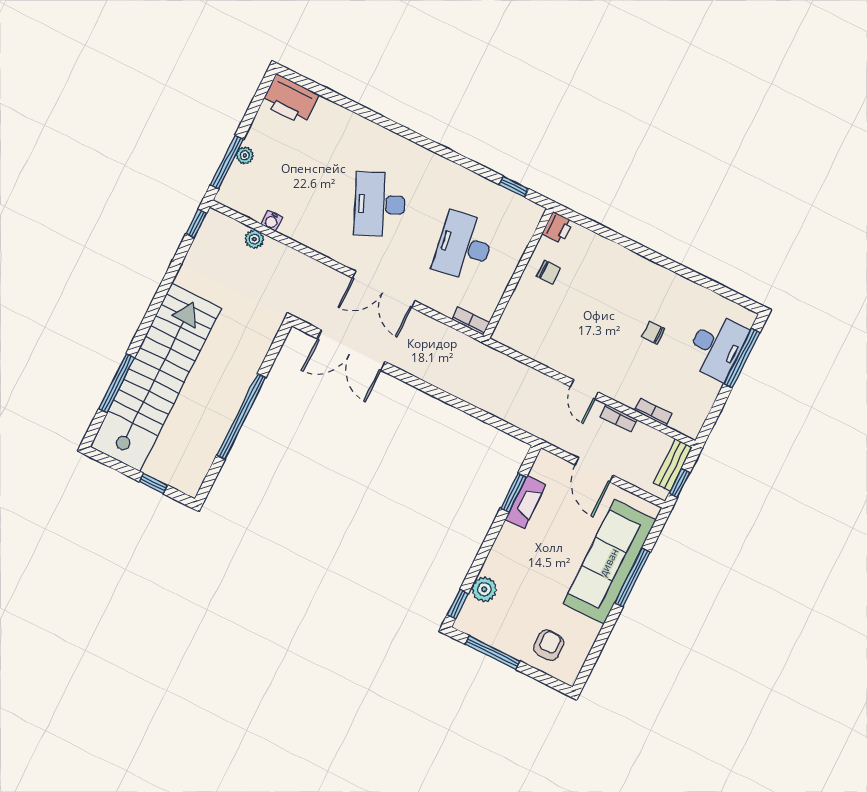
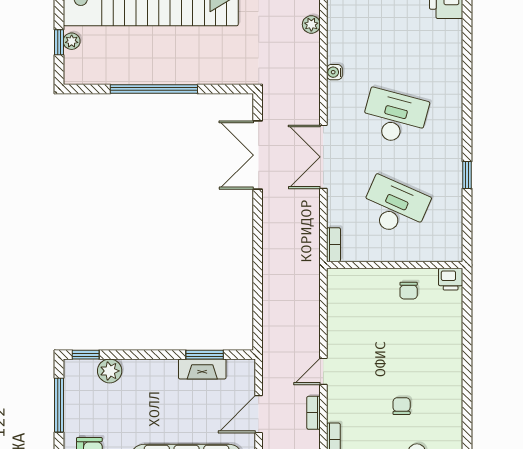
window: (514, 187) -> (467, 175), moved
desk: (380, 204) -> (395, 117), turned 39
water cooler: (272, 221) -> (334, 72), moved
desk: (464, 246) -> (395, 207), turned 33
plant: (158, 471) -> (72, 41), added

